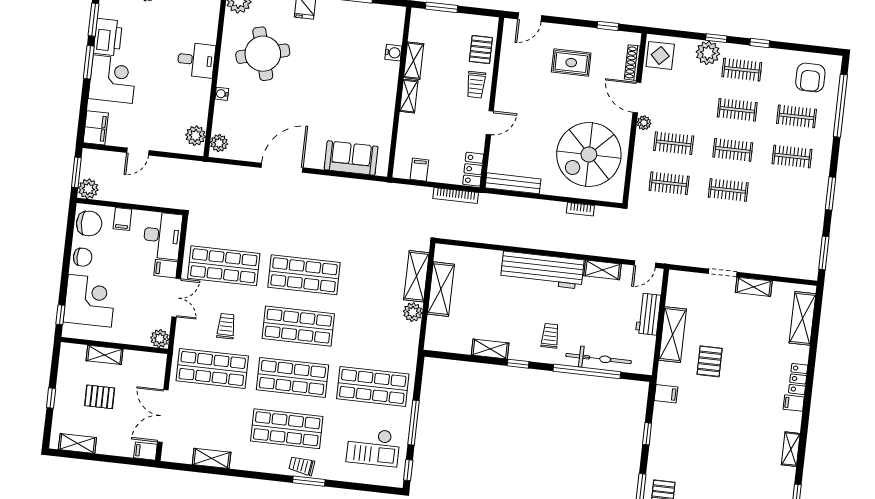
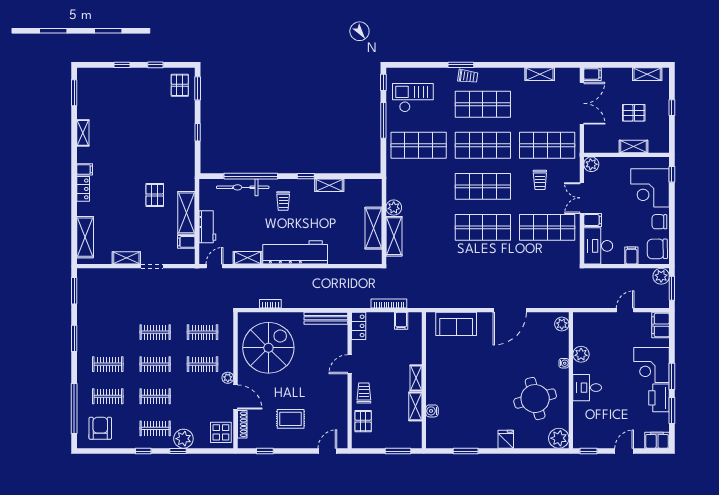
plant: (196, 136) -> (581, 354), moved
bookcase: (456, 196) -> (389, 304), moved
filing cabinet: (666, 394) -> (186, 242), moved

